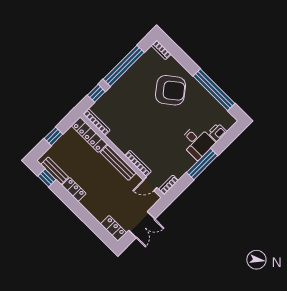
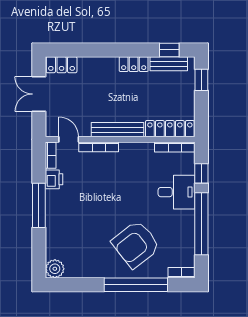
window: (214, 90) -> (136, 285), moved
plant: (228, 121) -> (55, 269), added
printer: (217, 132) -> (54, 179), moved
window: (53, 136) -> (201, 80), moved
desk: (197, 142) -> (177, 192), moved, turned 180
door: (150, 184) -> (69, 139), hinge flipped

